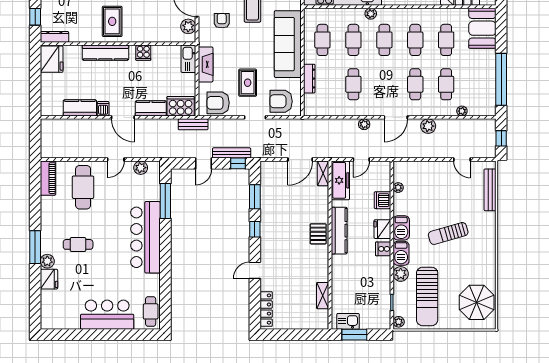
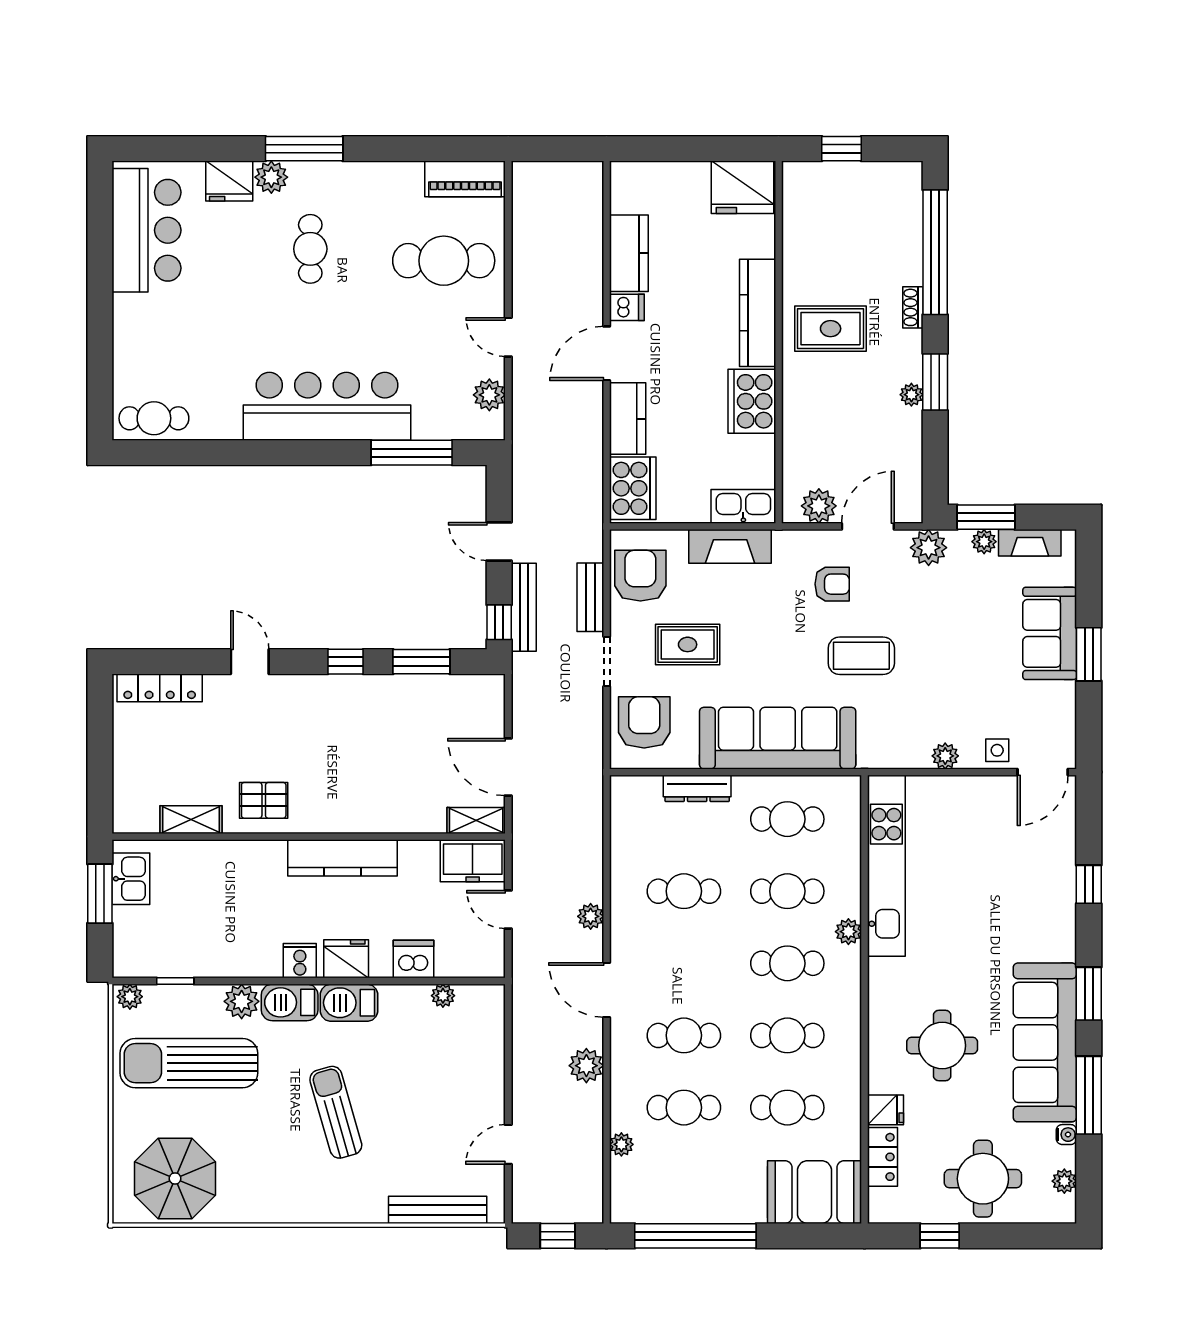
dresser: (54, 37) -> (795, 194), removed
cooker: (143, 53) -> (752, 401), width x1.87, depth x1.31
bench: (193, 124) -> (590, 597), moved
freezer: (340, 180) -> (473, 861), width x0.71
pallet: (318, 234) -> (264, 800), moved
bar counter: (107, 315) -> (146, 230), moved

